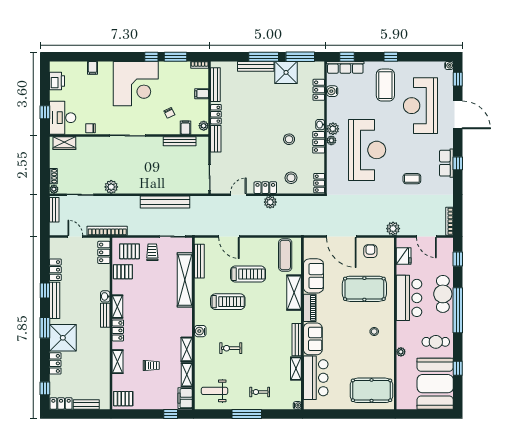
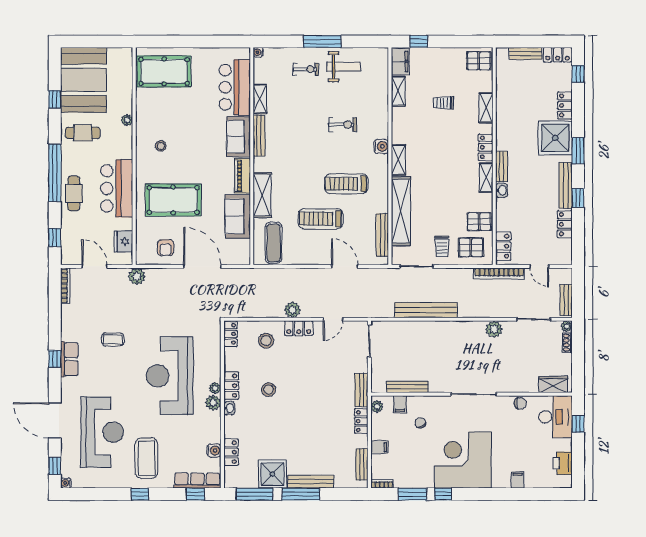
bench: (215, 85) -> (362, 464), width x0.73
cafe table: (443, 294) -> (74, 193), width x0.73, depth x0.74
shelving: (187, 349) -> (398, 160), moved
weight bench: (214, 391) -> (344, 67), moved

